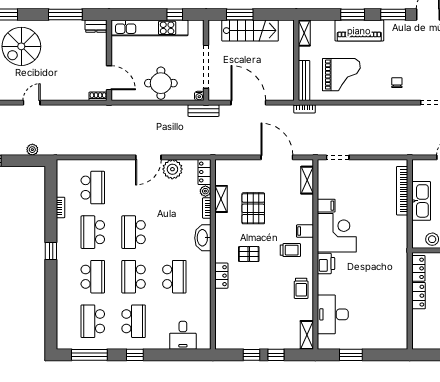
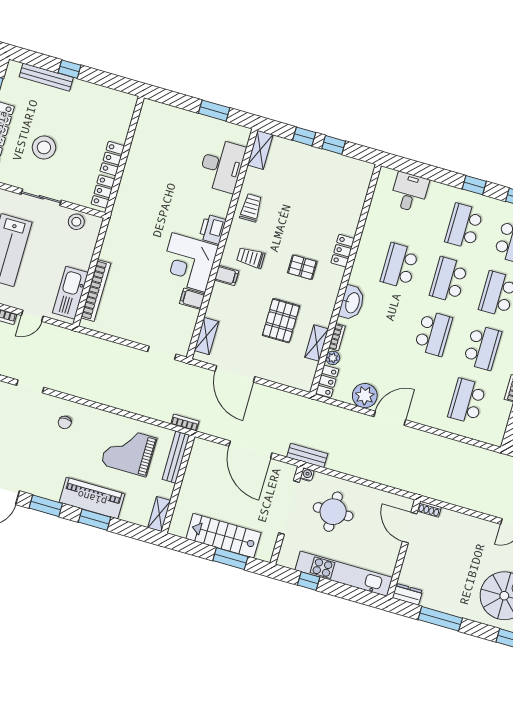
round table: (161, 83) -> (333, 512), moved
kitchen sink: (421, 201) -> (70, 293), moved
school desk: (134, 277) -> (449, 280), turned 180

